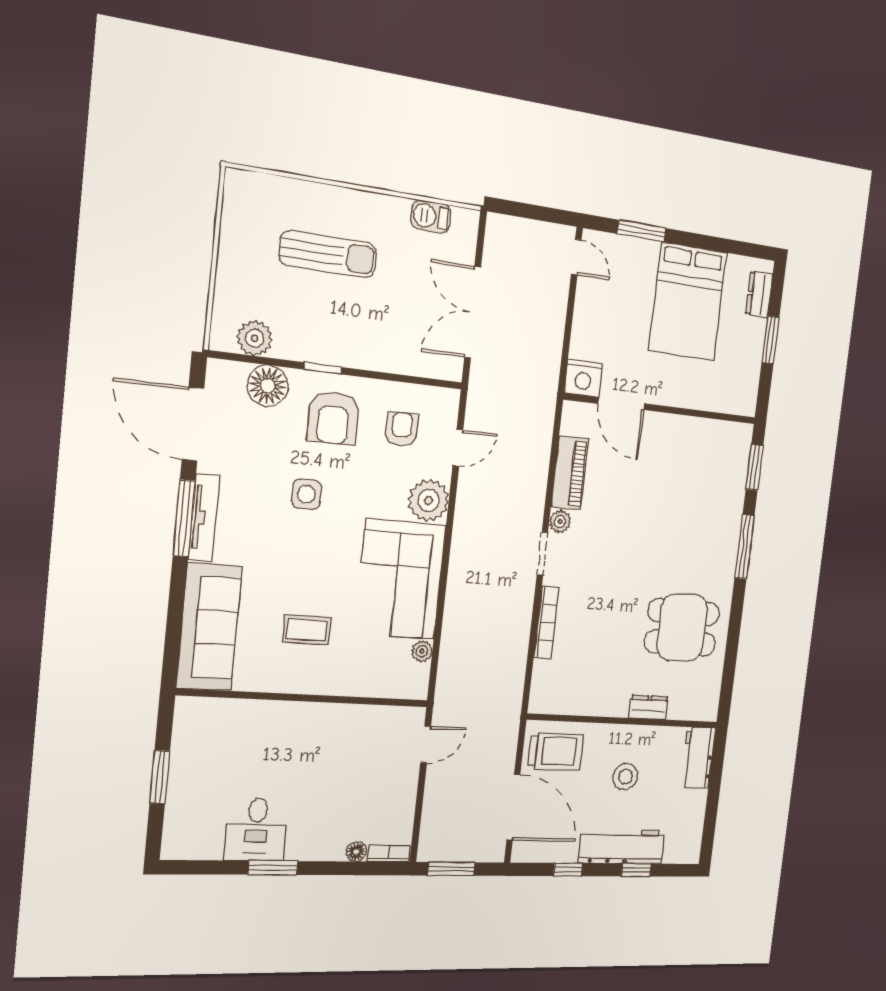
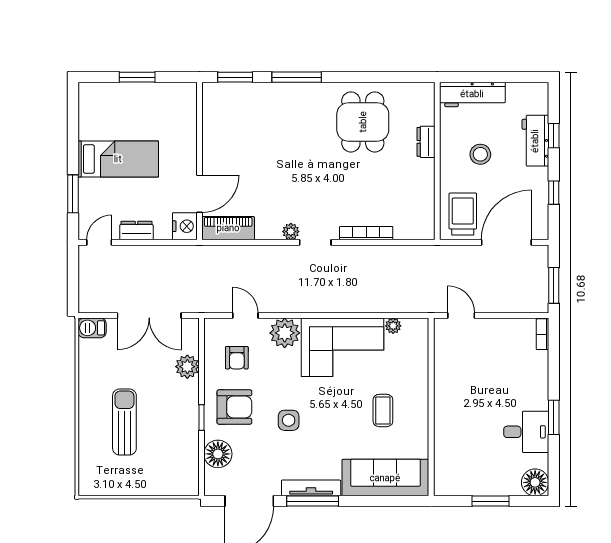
barbecue: (431, 216) -> (92, 328), moved, turned 90
dresser: (759, 295) -> (136, 231), moved, turned 180
bed: (688, 302) -> (118, 159), width x0.67
plant: (255, 338) -> (187, 367), moved
armchair: (402, 429) -> (237, 358), turned -90
piano: (570, 473) -> (228, 228), moved
workbench: (698, 758) -> (472, 94), width x1.37
workbench: (622, 847) -> (535, 141), width x0.73
floor lamp: (356, 852) -> (535, 482), moved, width x1.89, depth x1.89

